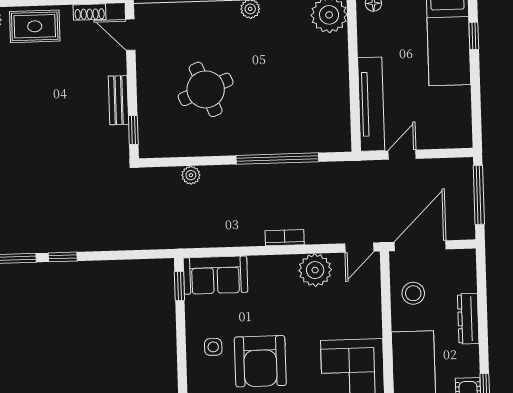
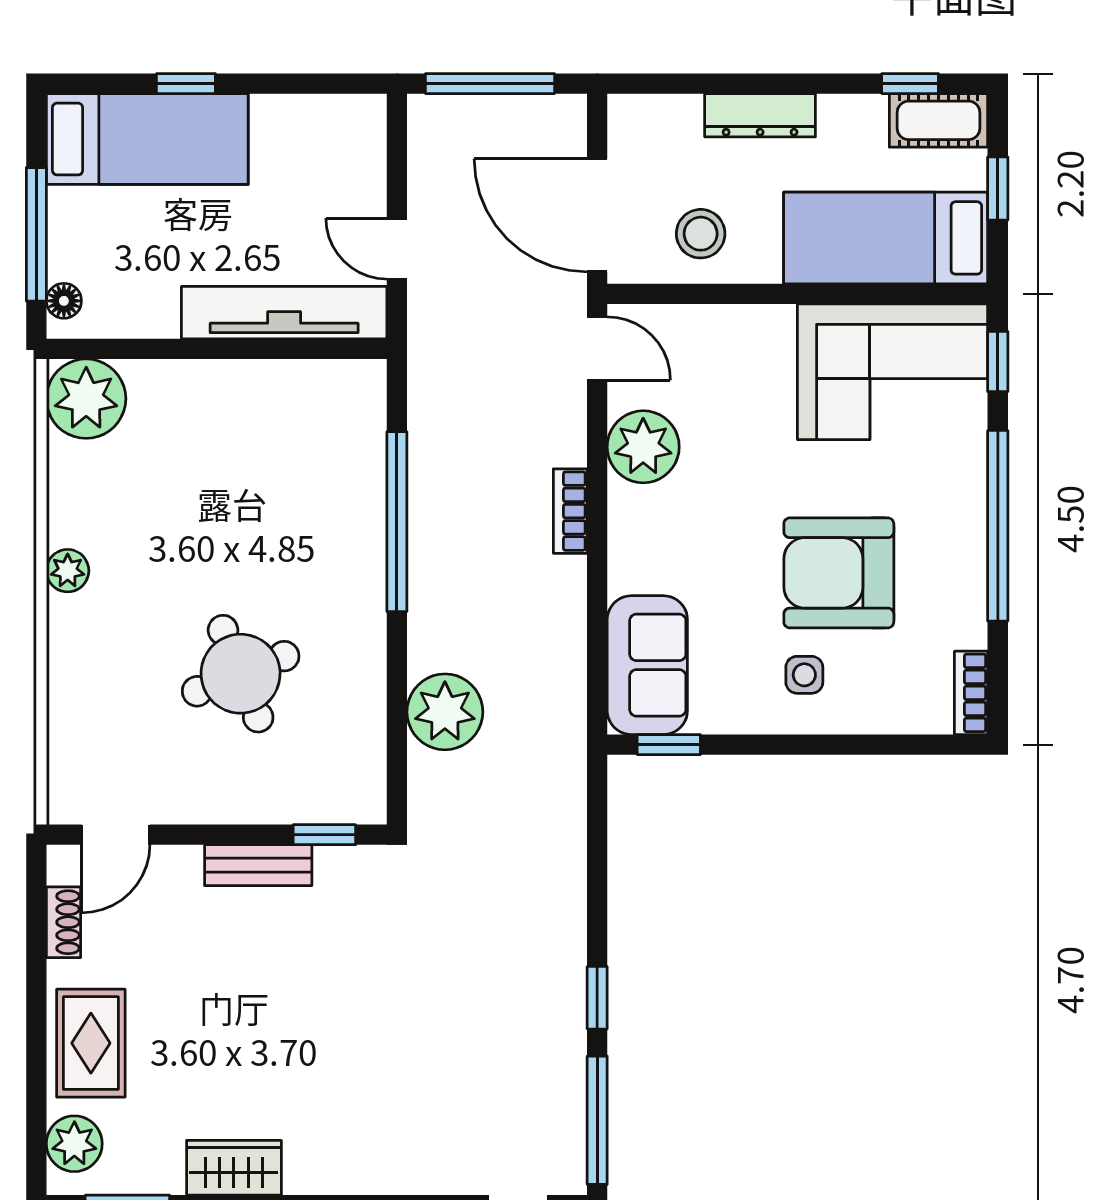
window: (474, 36) -> (186, 84), moved
plant: (191, 175) -> (445, 712), width x1.88, depth x1.88
armchair: (260, 361) -> (839, 573), turned 180

